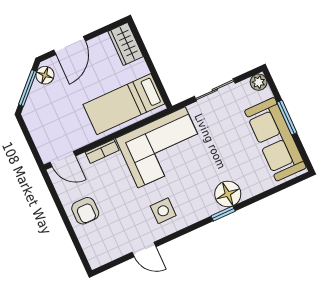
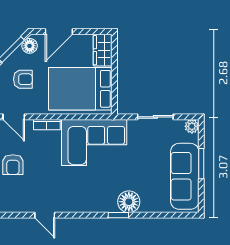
bed: (124, 104) -> (80, 89), width x1.50
armchair: (54, 114) -> (23, 79), added
side table: (163, 211) -> (73, 192), removed

